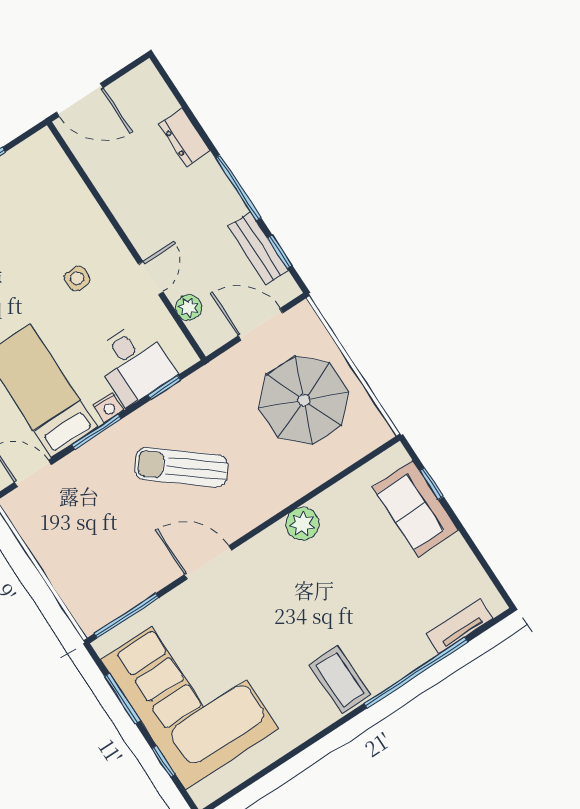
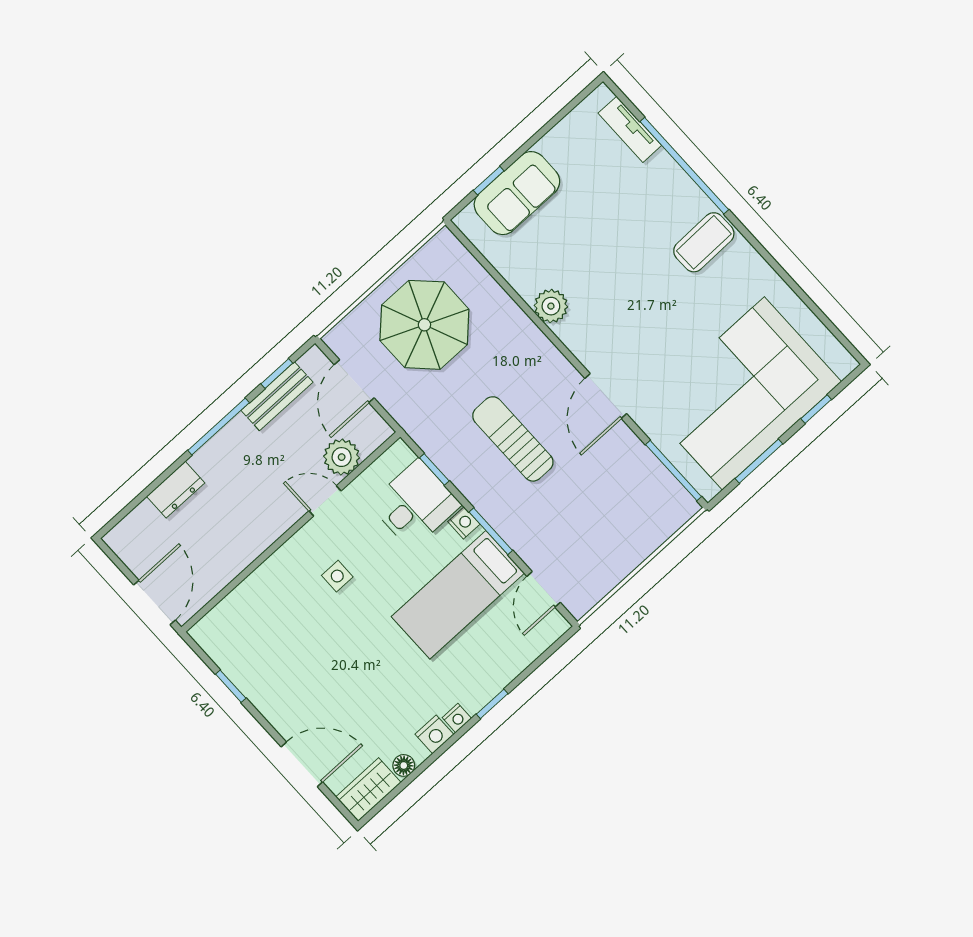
plant: (189, 307) -> (342, 457), width x1.38, depth x1.38
sun lounger: (181, 467) -> (513, 439), turned 141

